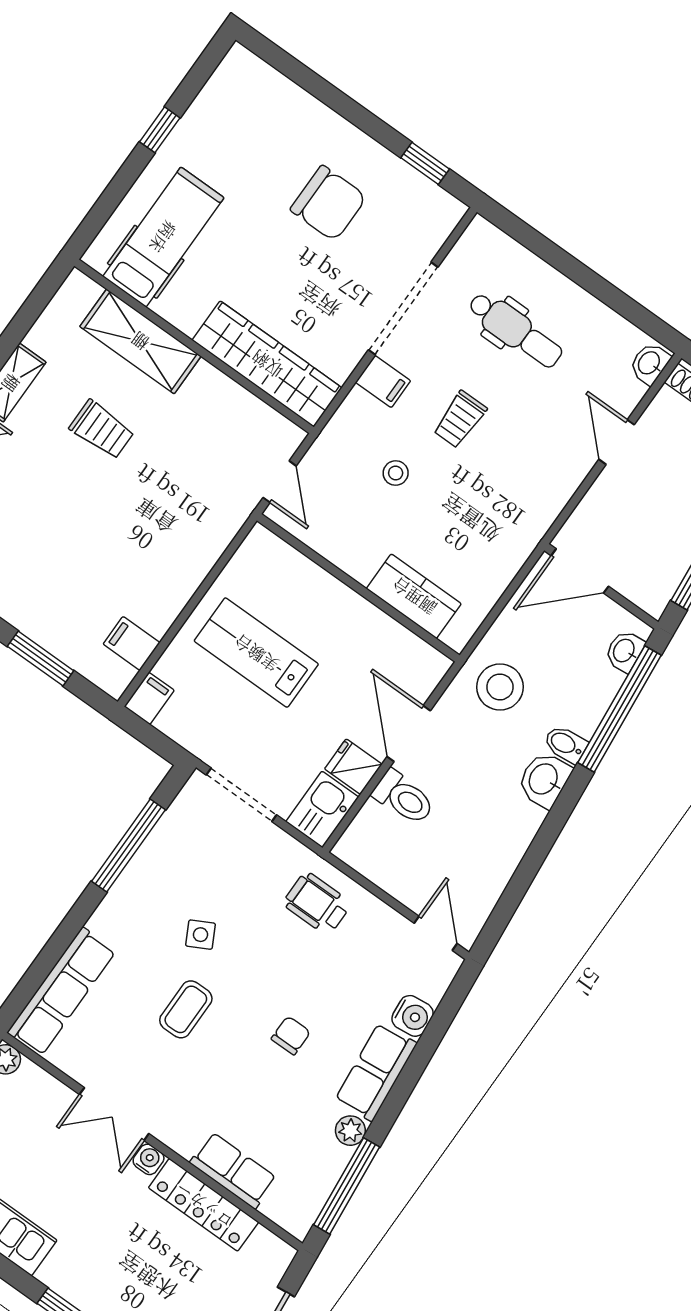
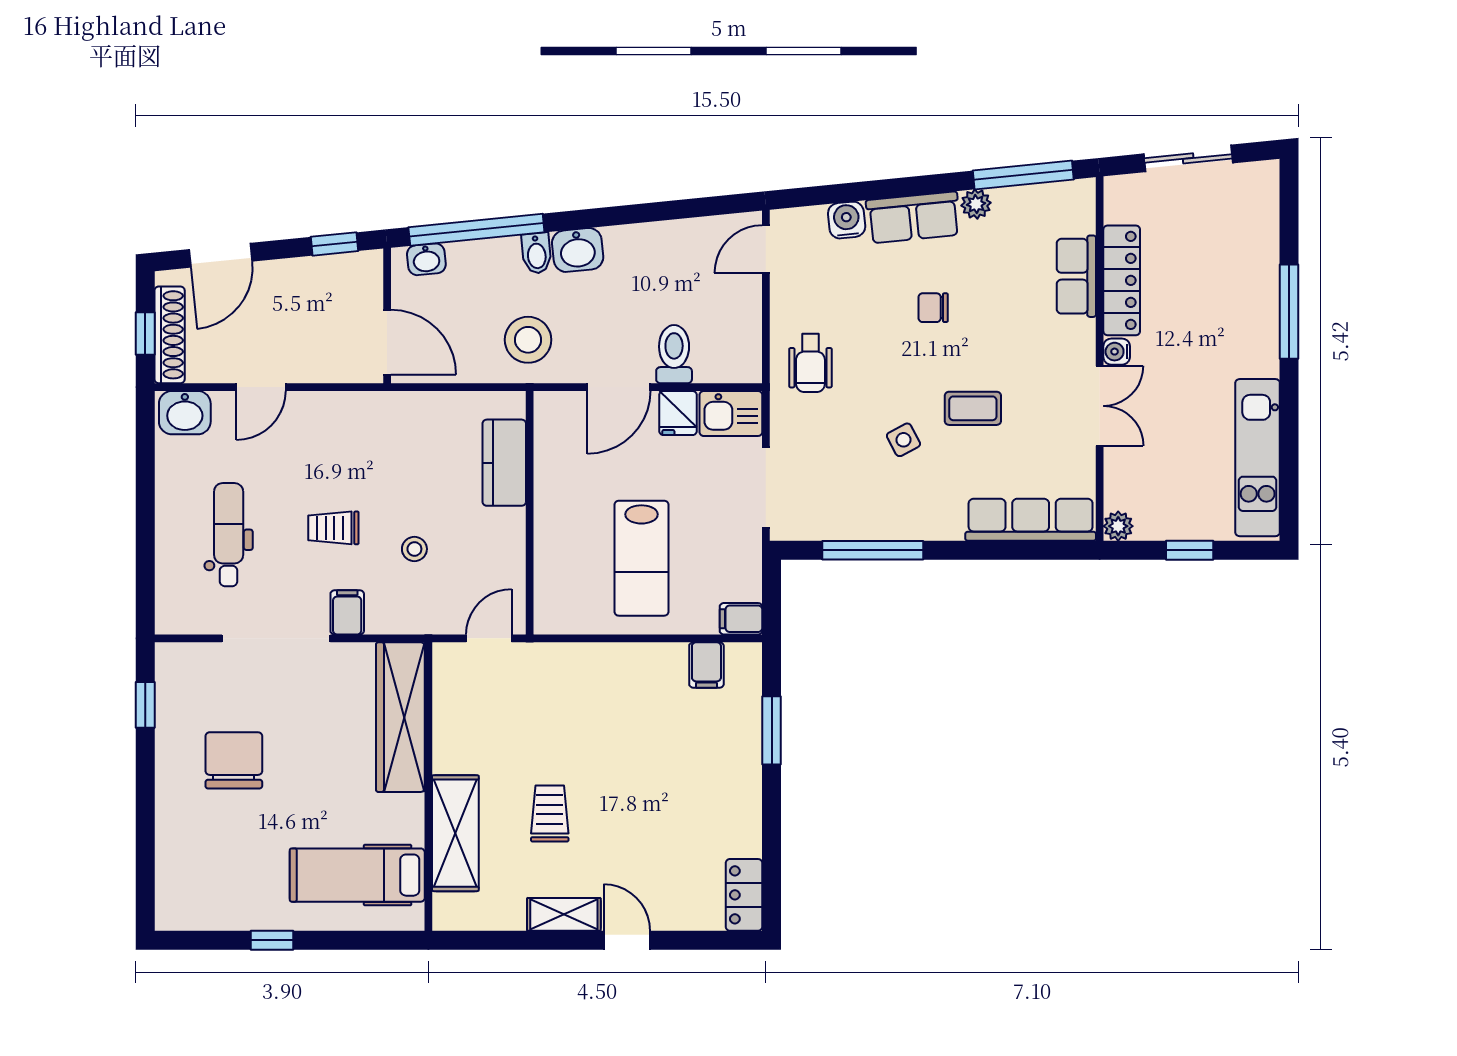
washbasin: (650, 363) -> (185, 413), width x1.38, depth x1.45
trolley: (460, 419) -> (333, 528), turned 180

